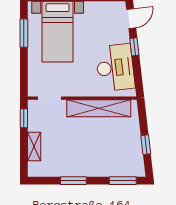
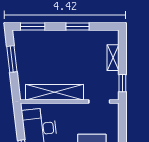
window: (146, 145) -> (12, 59), width x1.50

